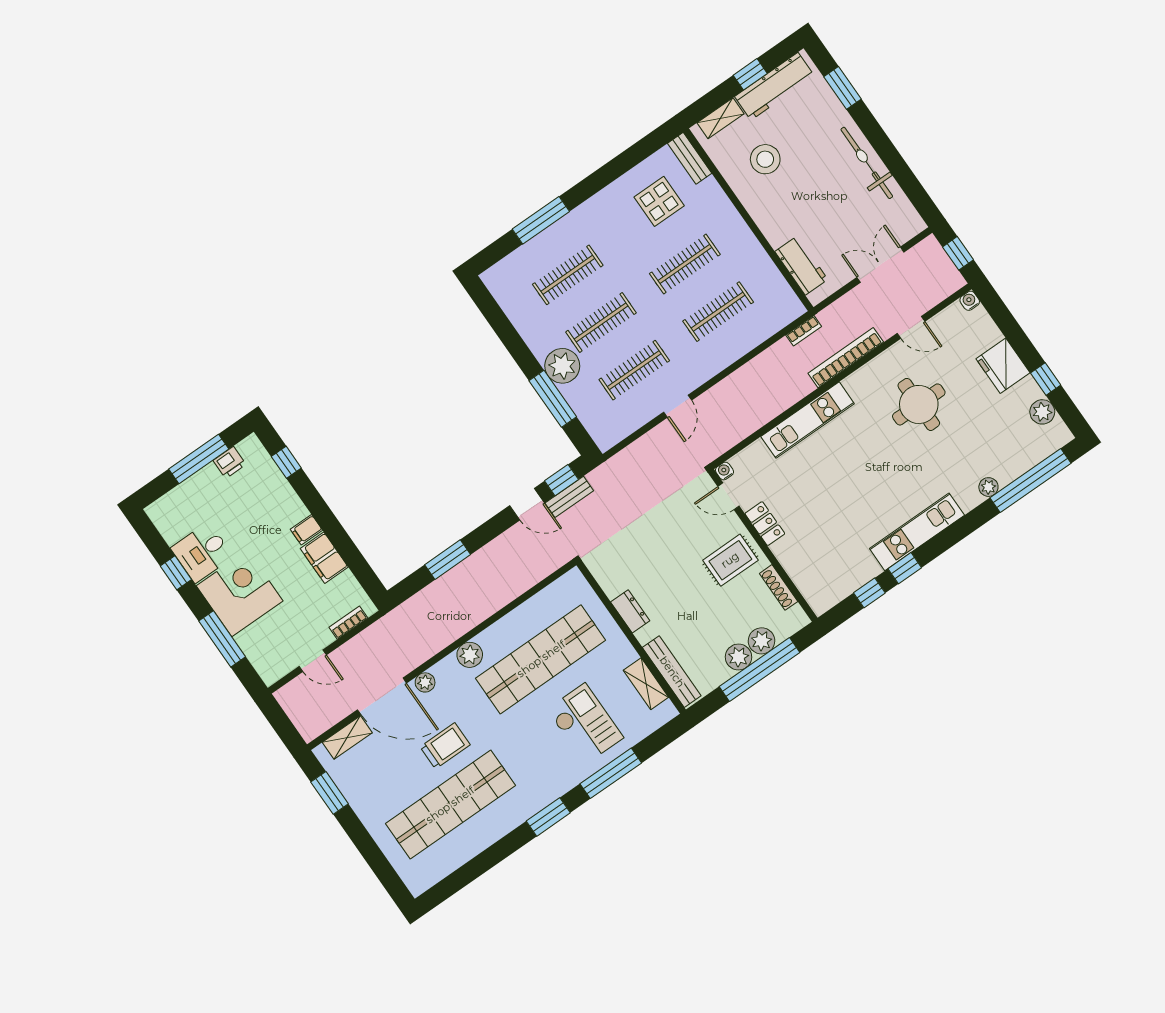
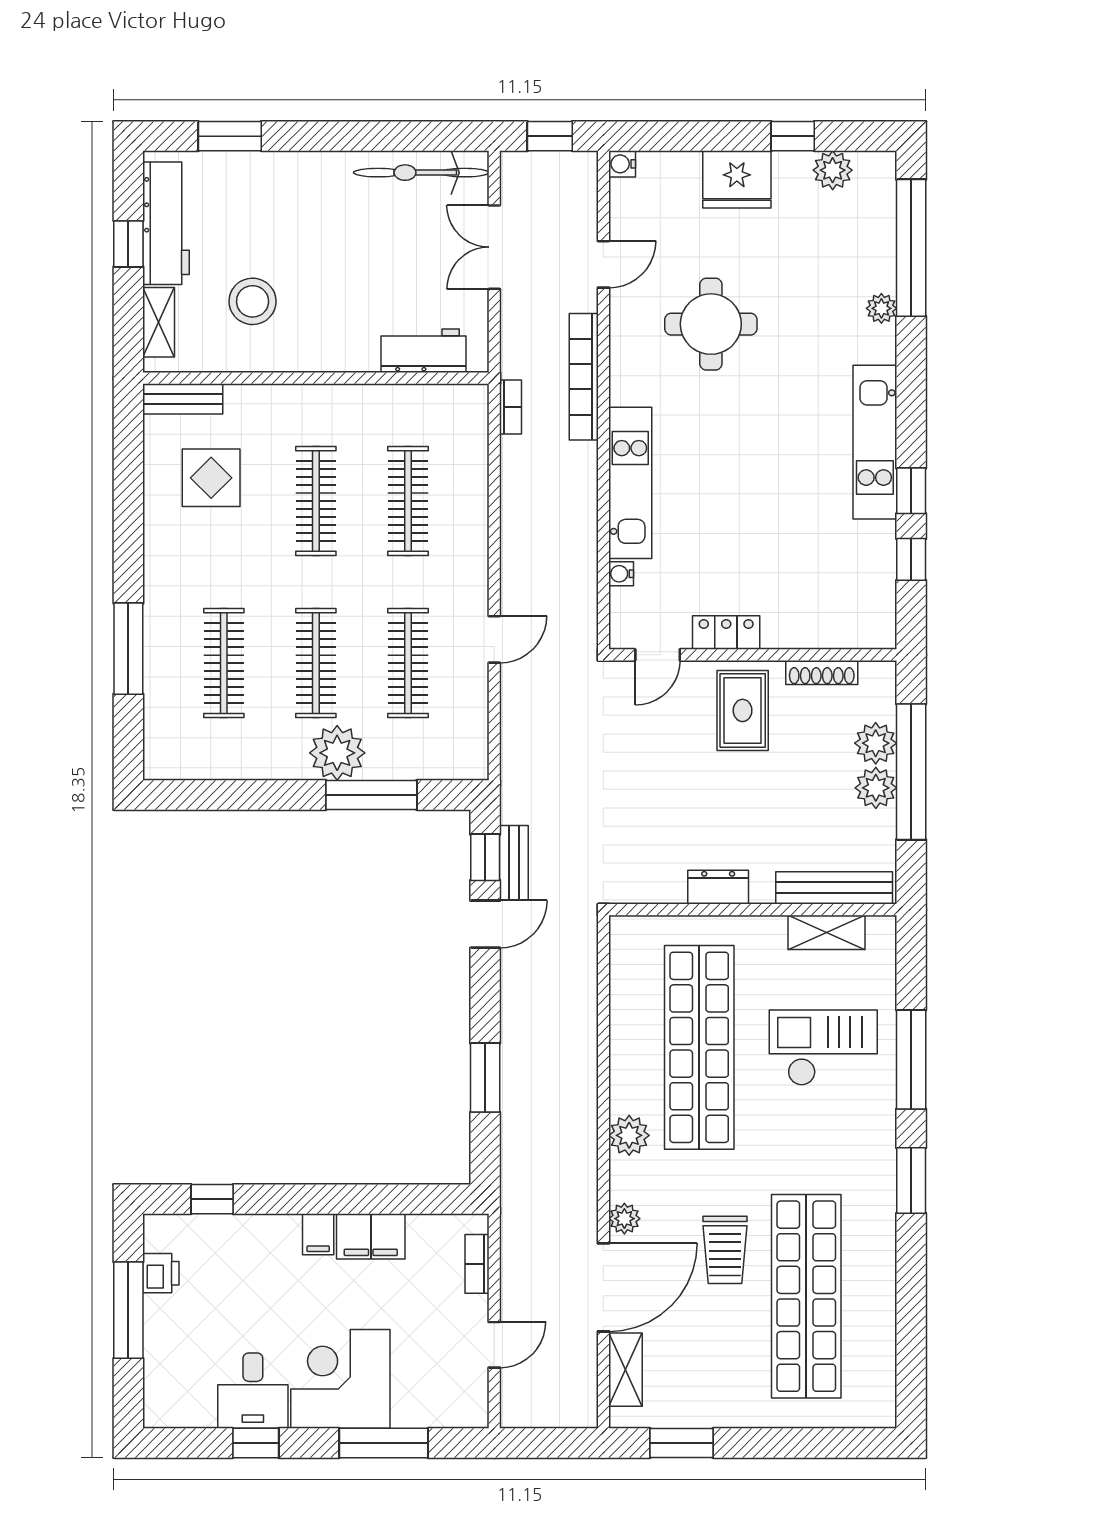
bicycle: (867, 163) -> (421, 173), moved
door: (678, 406) -> (494, 639), hinge flipped
water cooler: (725, 471) -> (621, 574), moved
trolley: (445, 746) -> (725, 1250), turned 180

